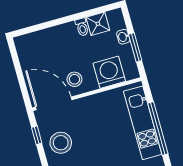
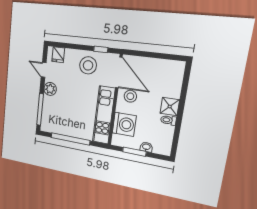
shower: (98, 24) -> (170, 107), moved
door: (54, 103) -> (119, 72), hinge flipped
kitchen unit: (143, 123) -> (104, 115), moved, turned -90

